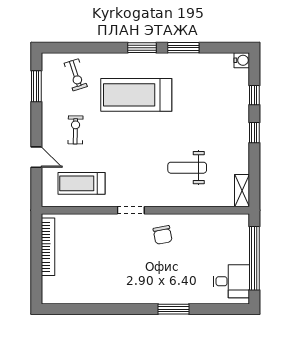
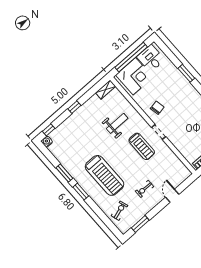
window: (254, 95) -> (49, 130), moved
weight bench: (187, 168) -> (117, 123), turned -90
treadmill: (81, 183) -> (142, 146), moved
corner desk: (227, 241) -> (134, 76), added

